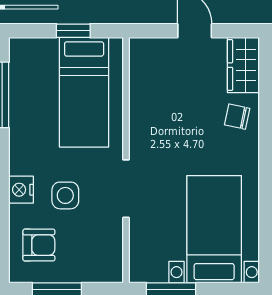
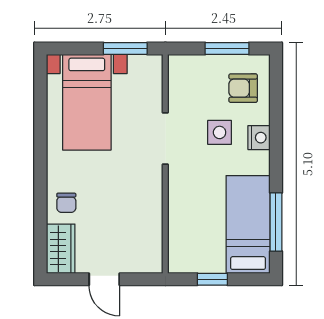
bed: (84, 92) -> (248, 224), moved
chair: (237, 117) -> (66, 203), turned 78

